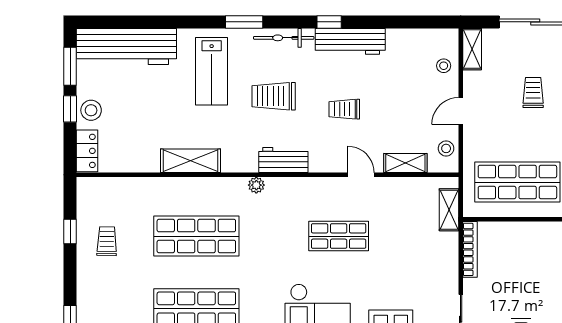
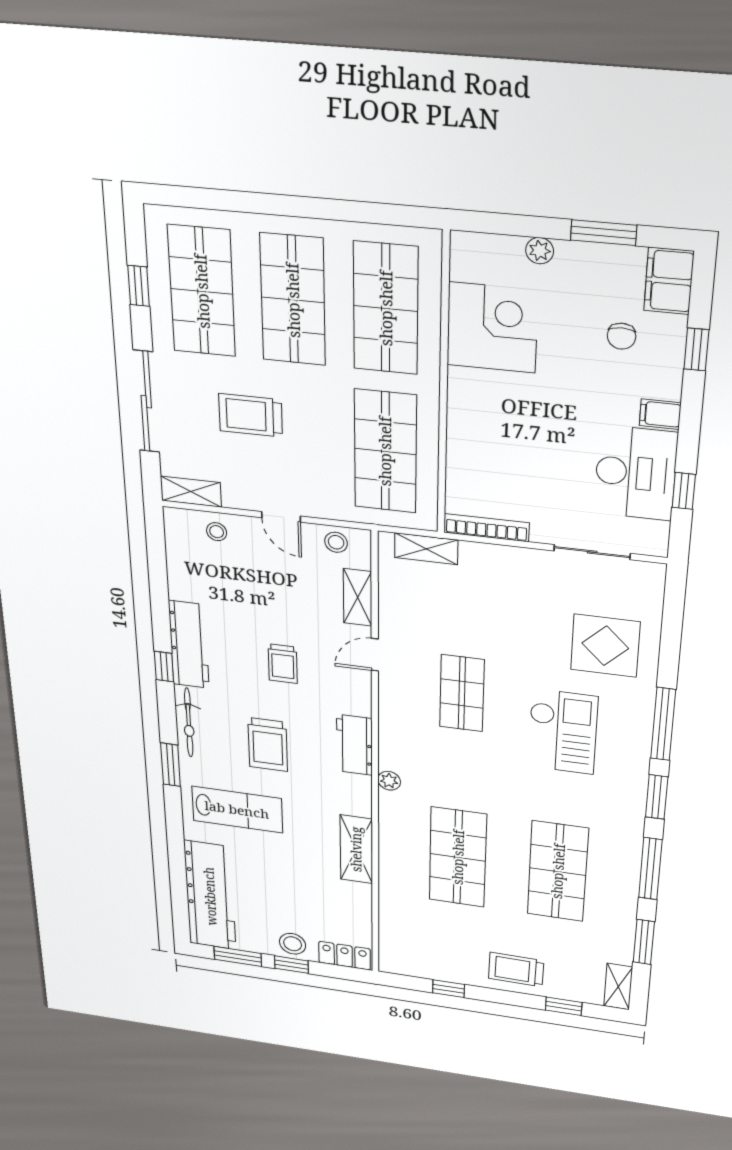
trolley: (533, 92) -> (251, 415), width x1.36, depth x1.39
trolley: (107, 241) -> (516, 970), moved, width x1.36, depth x1.39

